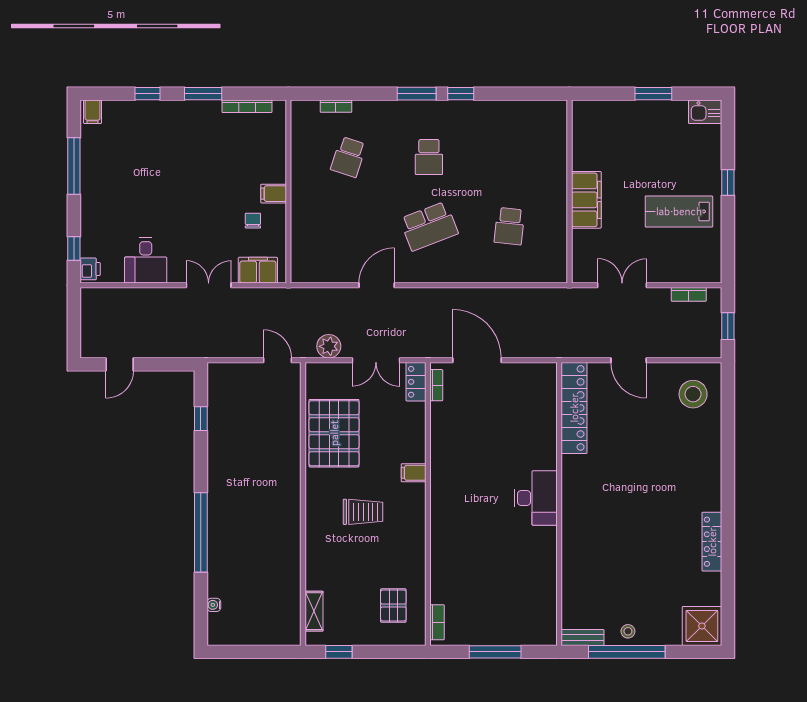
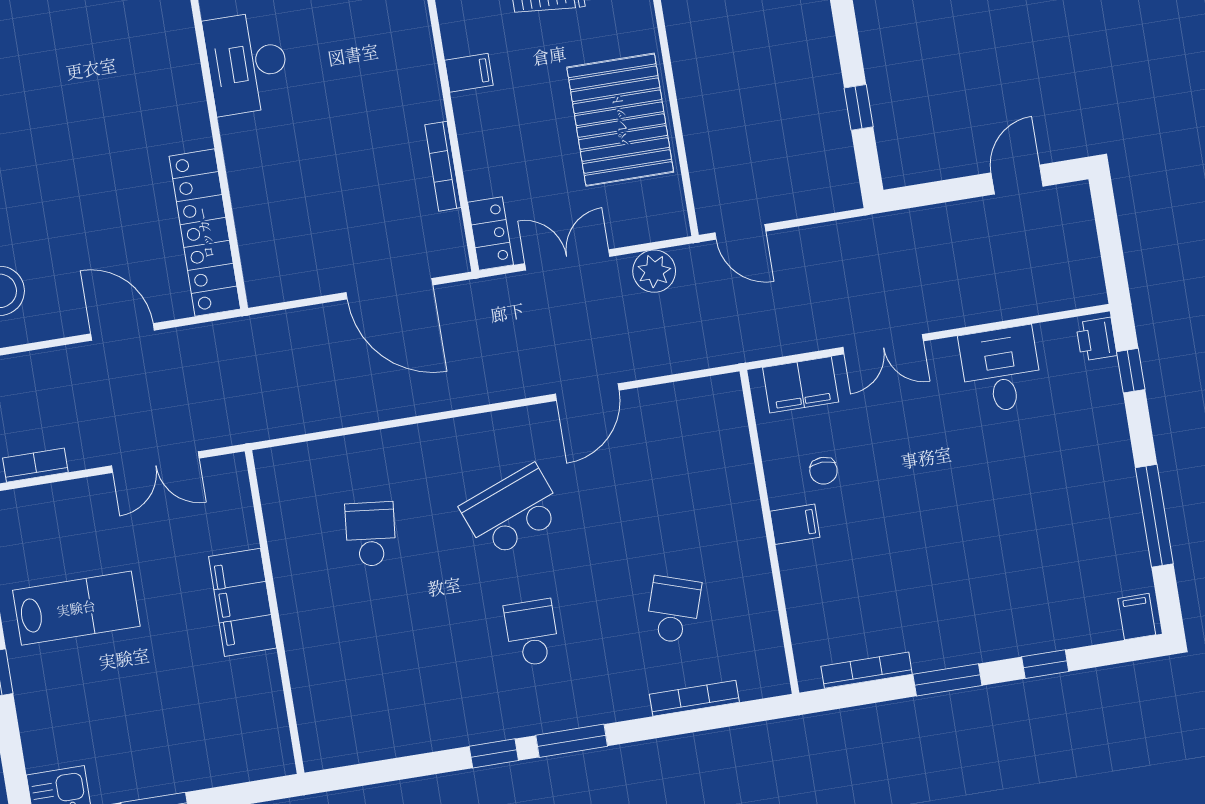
bookcase: (336, 106) -> (694, 698), width x1.56
bookcase: (436, 385) -> (443, 166), moved, width x1.56

